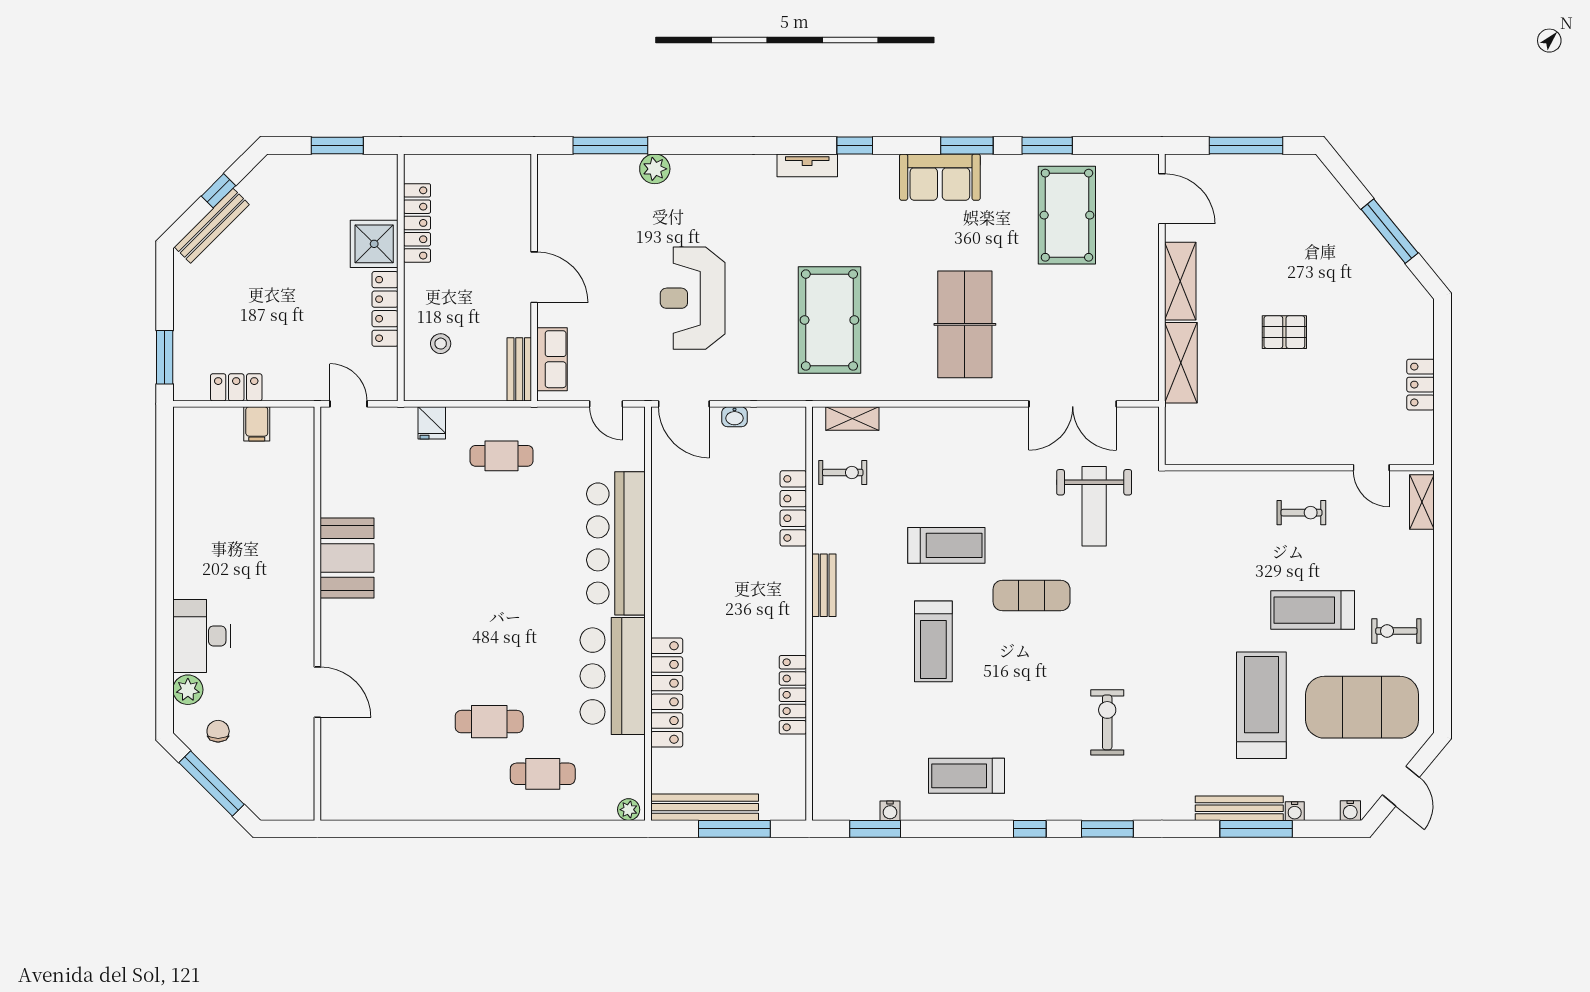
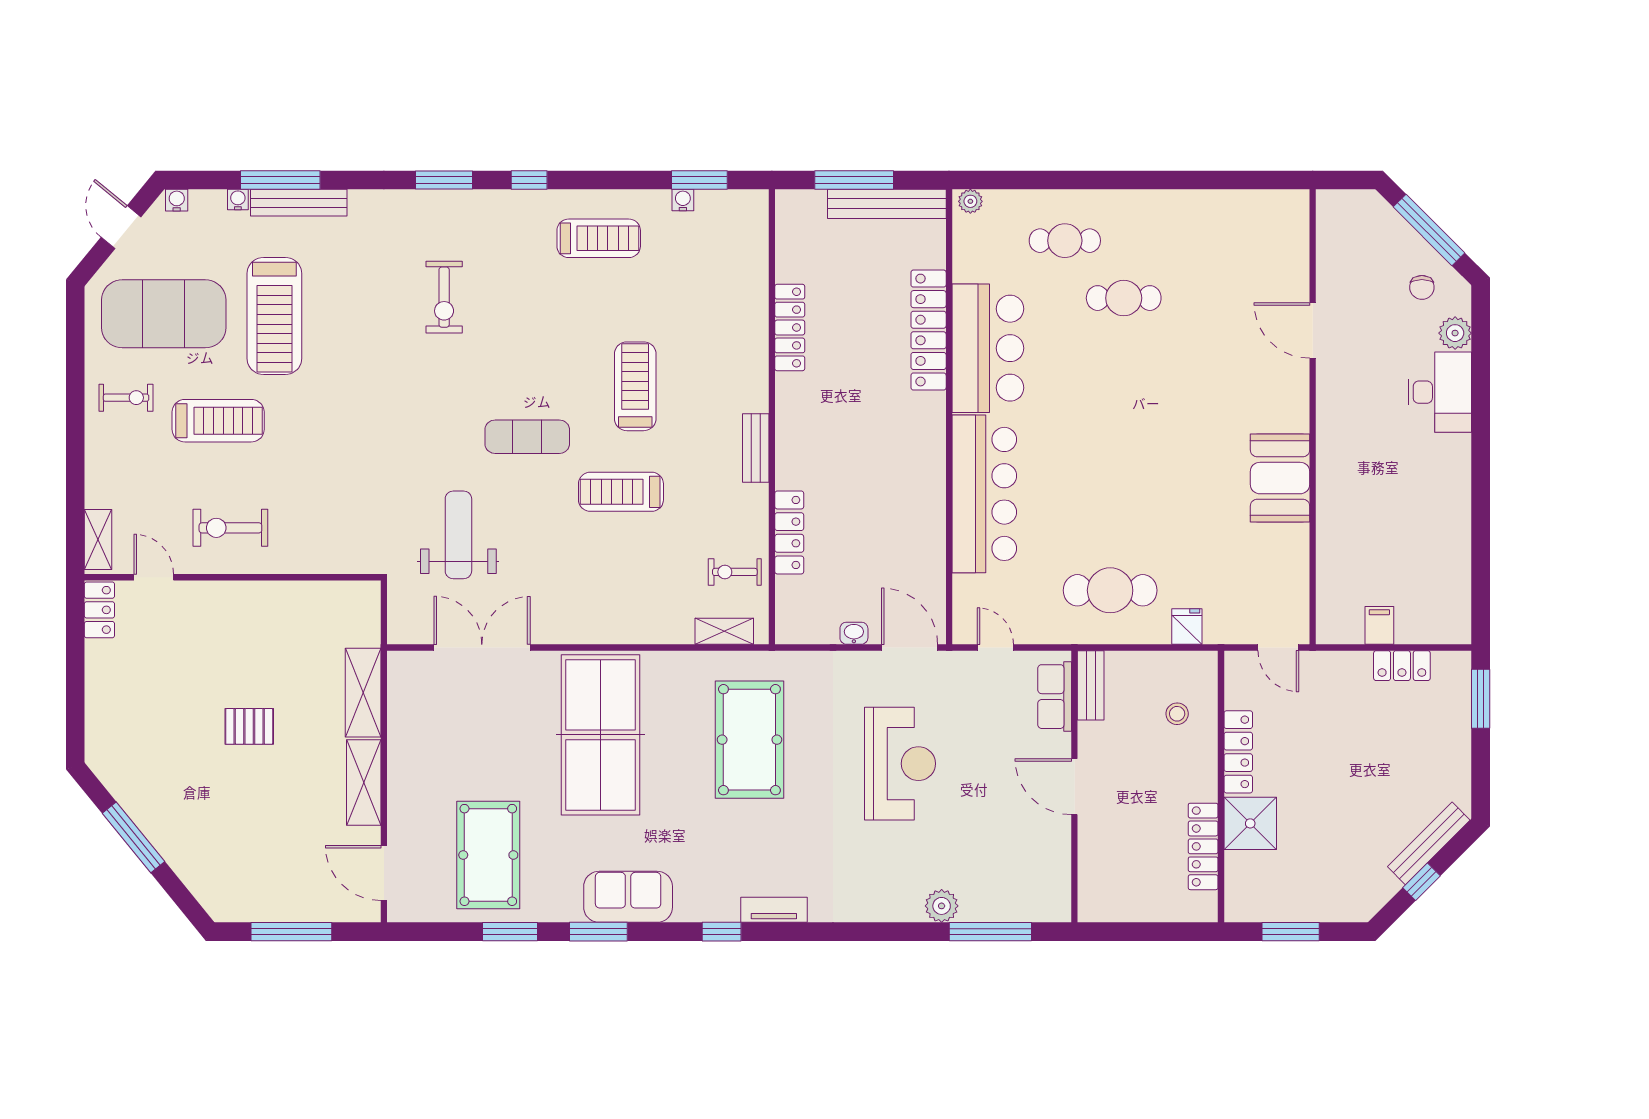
table tennis table: (965, 324) -> (600, 735), width x1.36, depth x1.32
locker: (1421, 385) -> (99, 610), moved
cafe table: (502, 456) -> (1110, 590), width x1.37, depth x1.35
exercise bike: (1301, 513) -> (230, 528), width x1.38, depth x1.39

